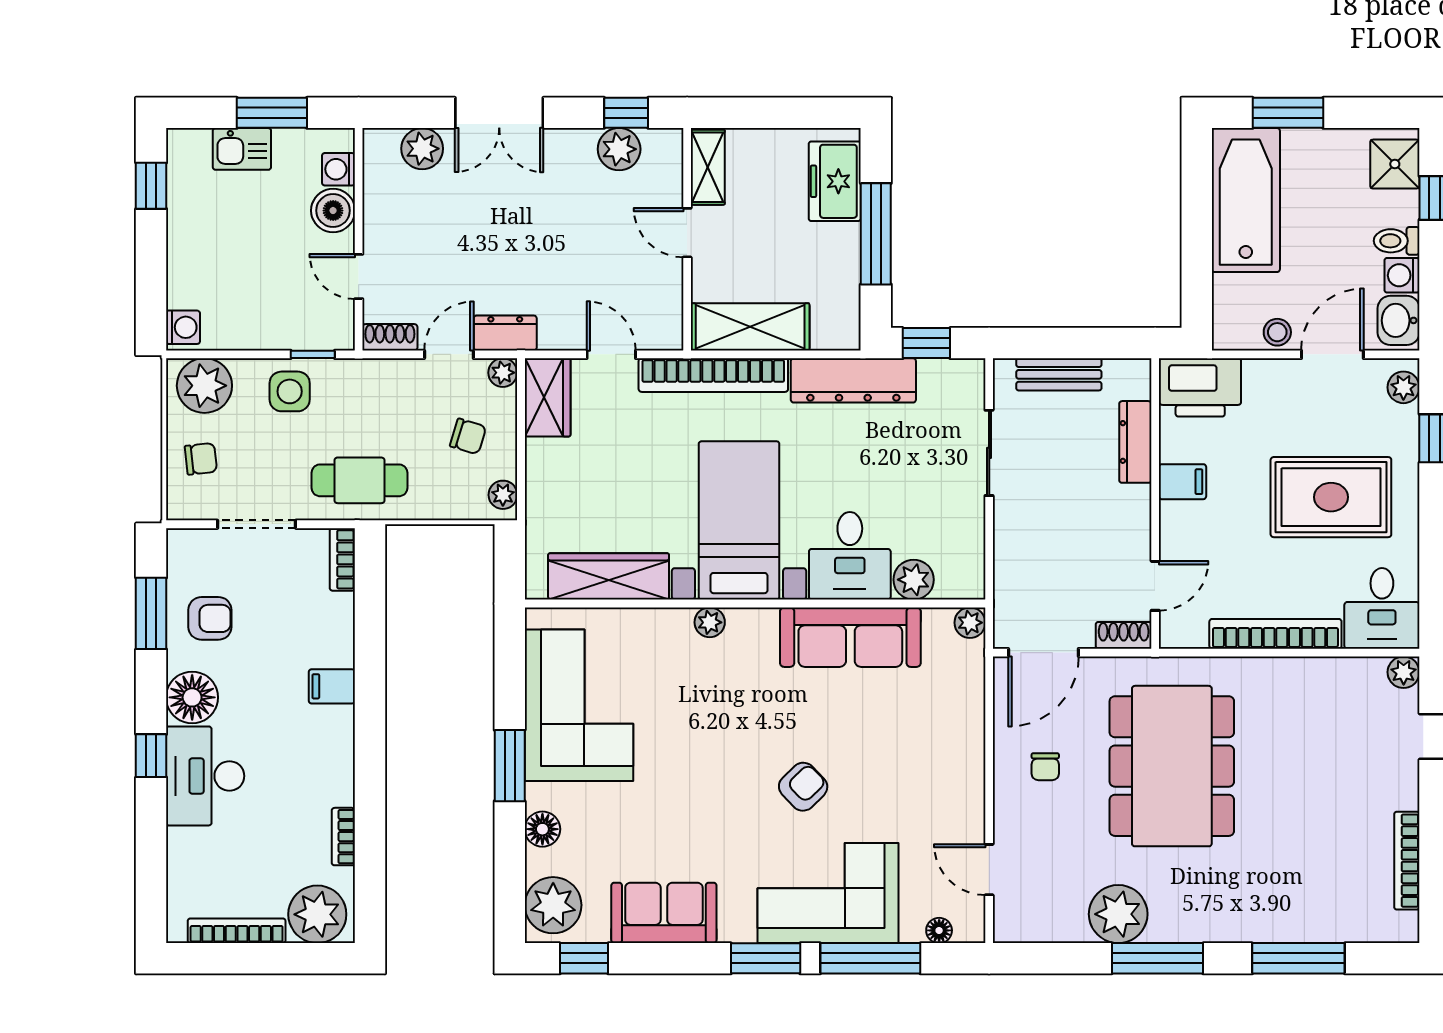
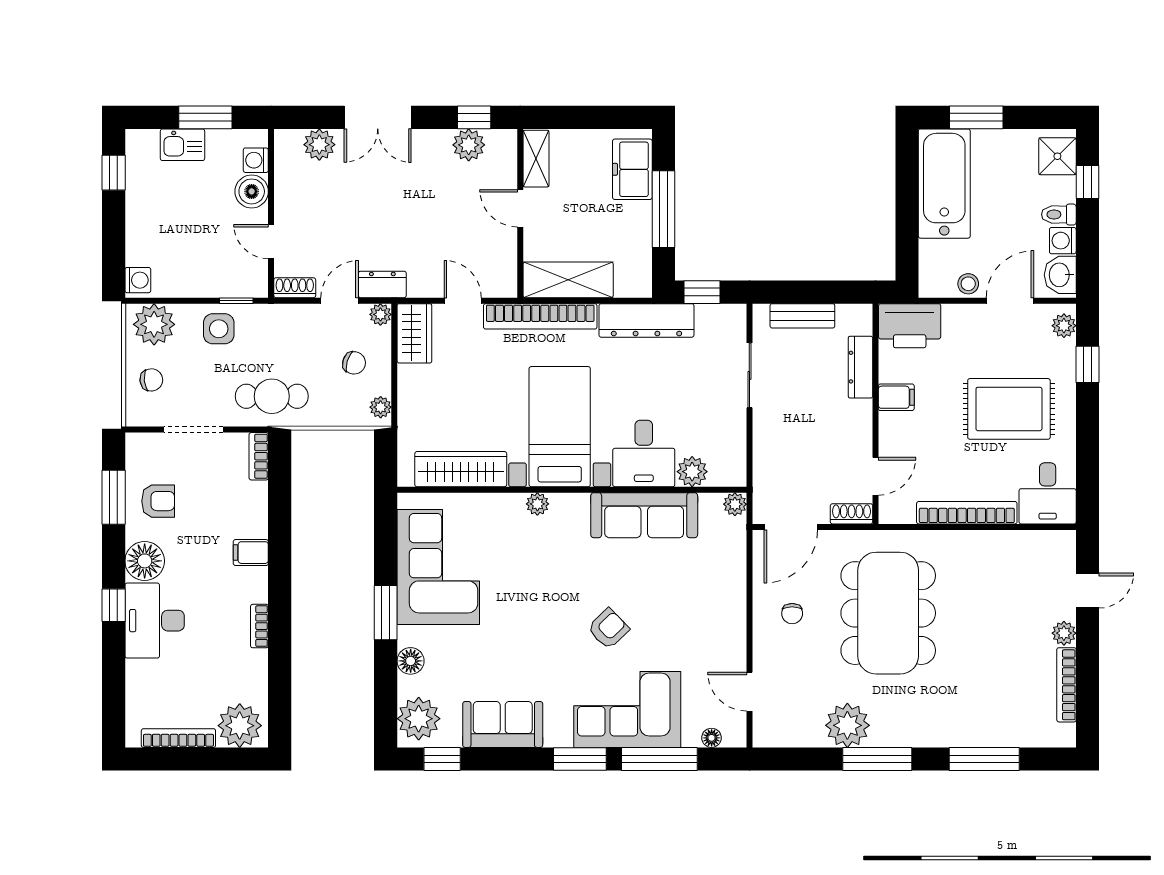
plant: (1404, 672) -> (1064, 633), moved
bookcase: (343, 837) -> (259, 626), moved

